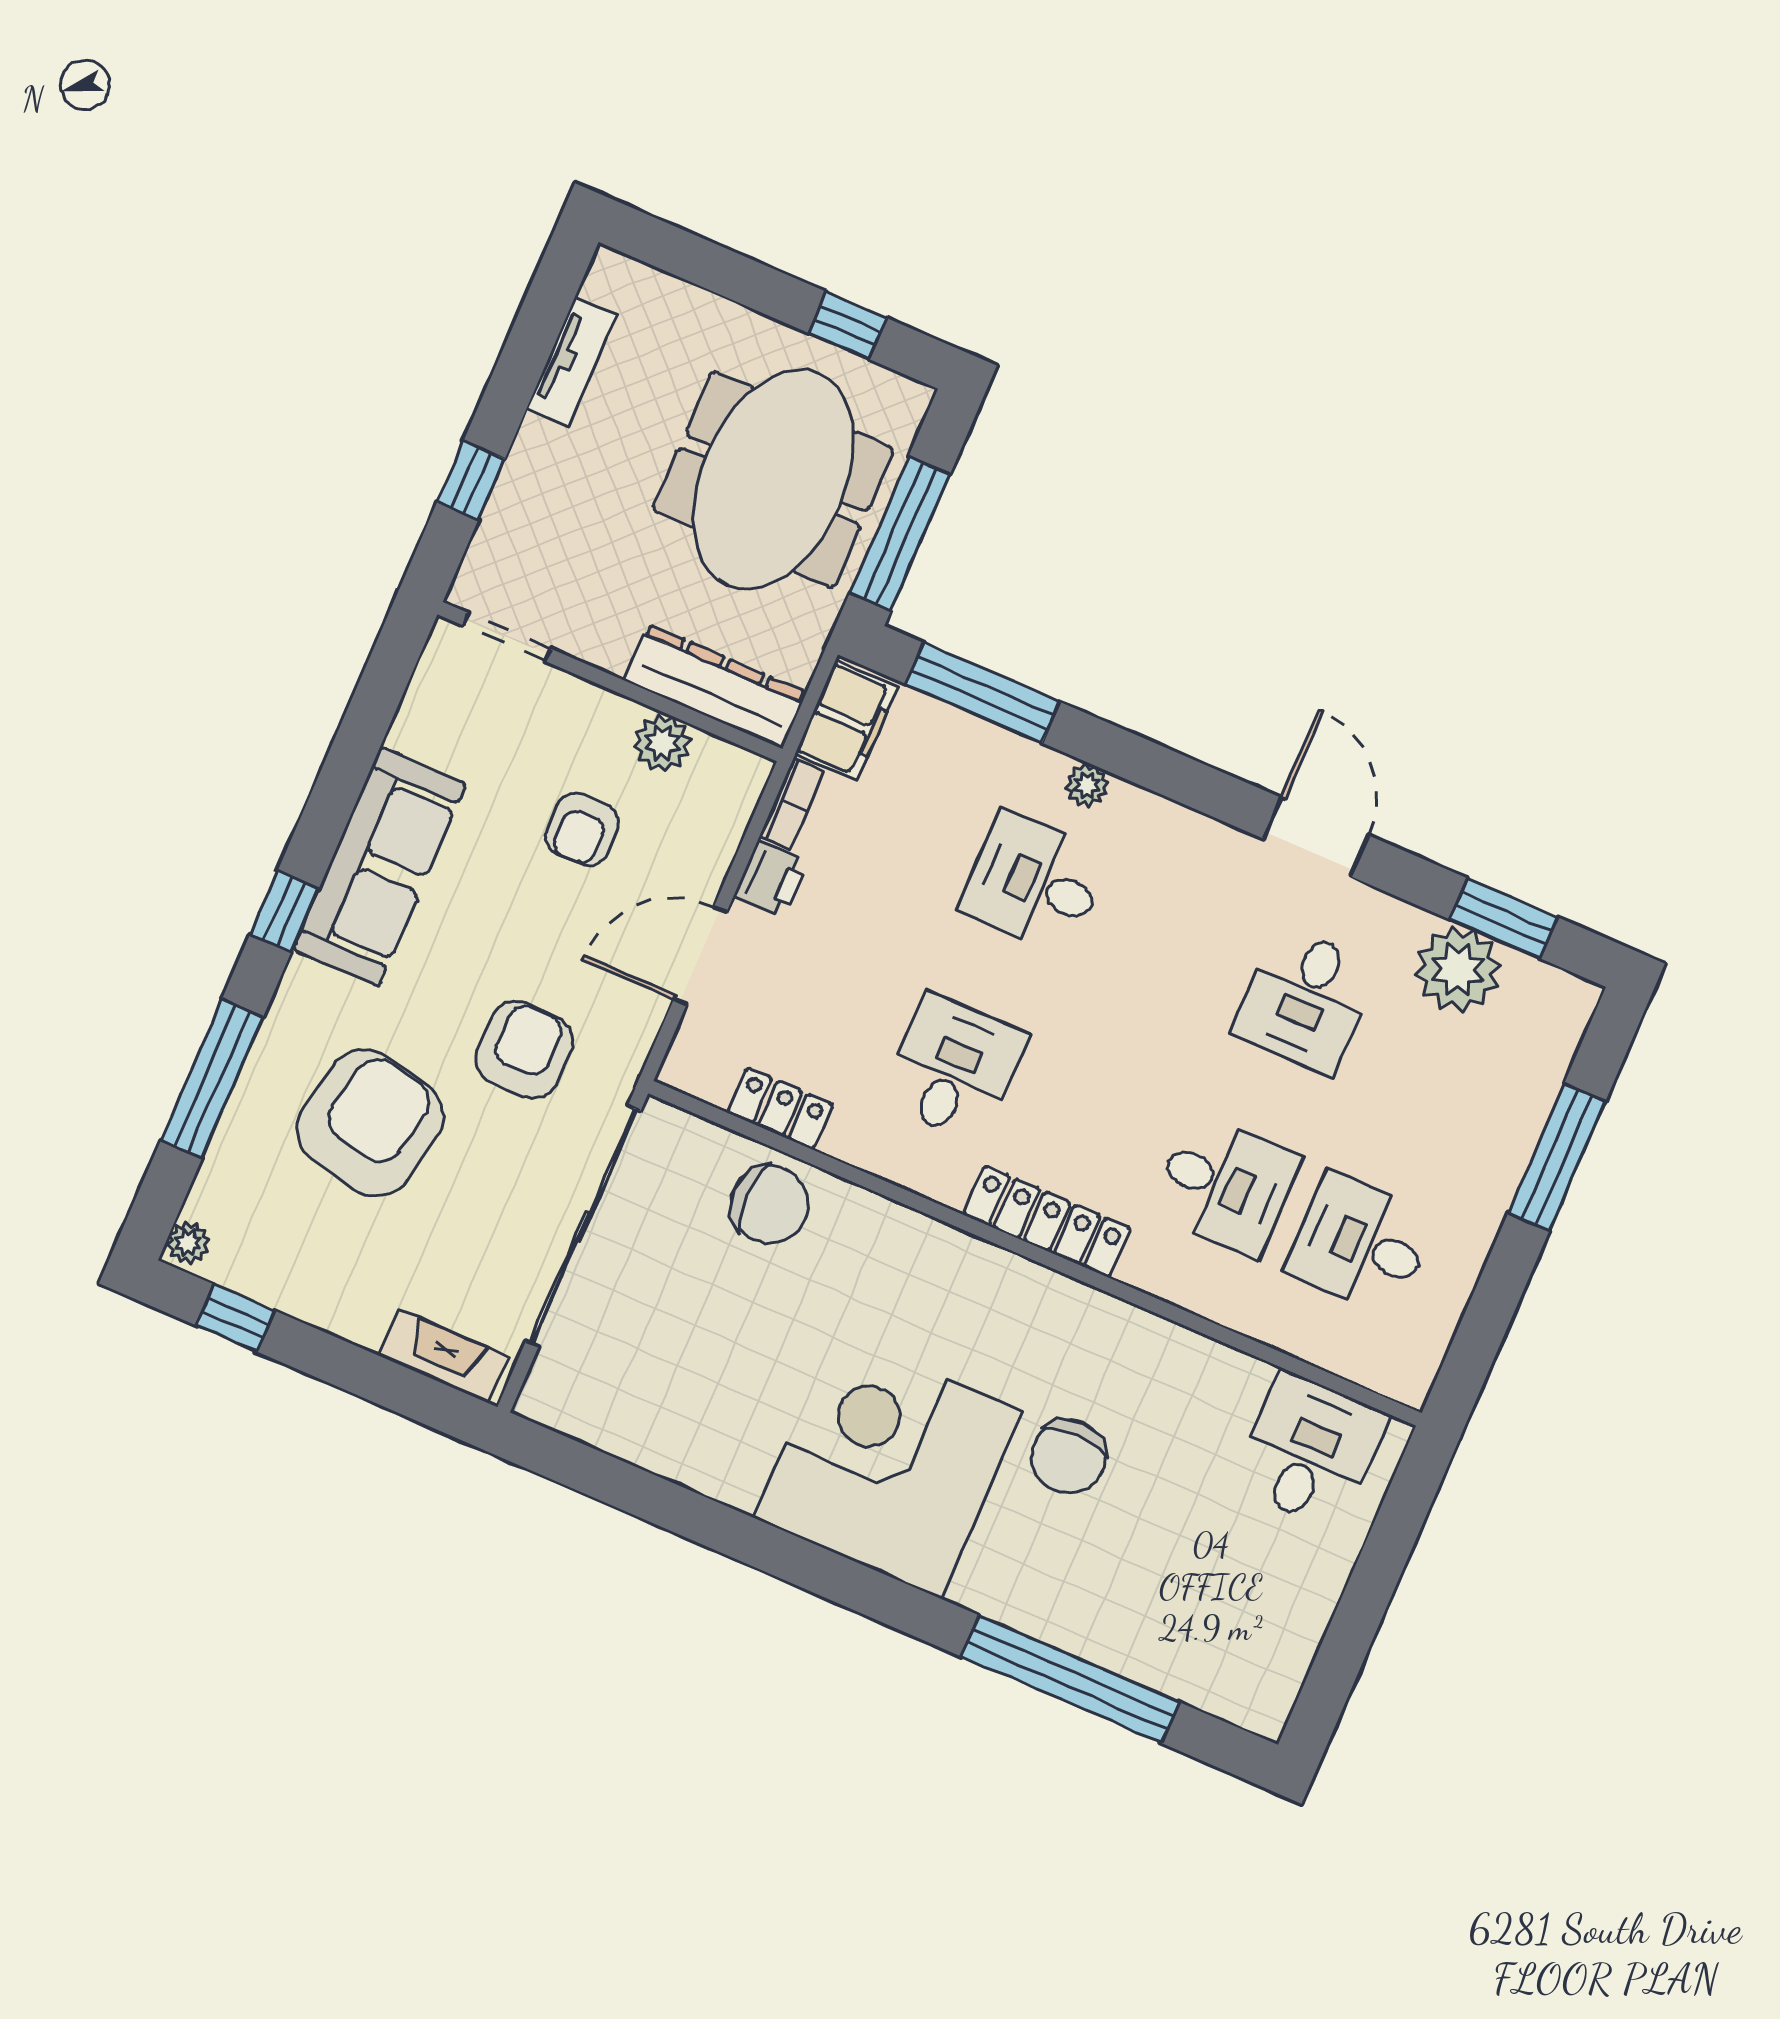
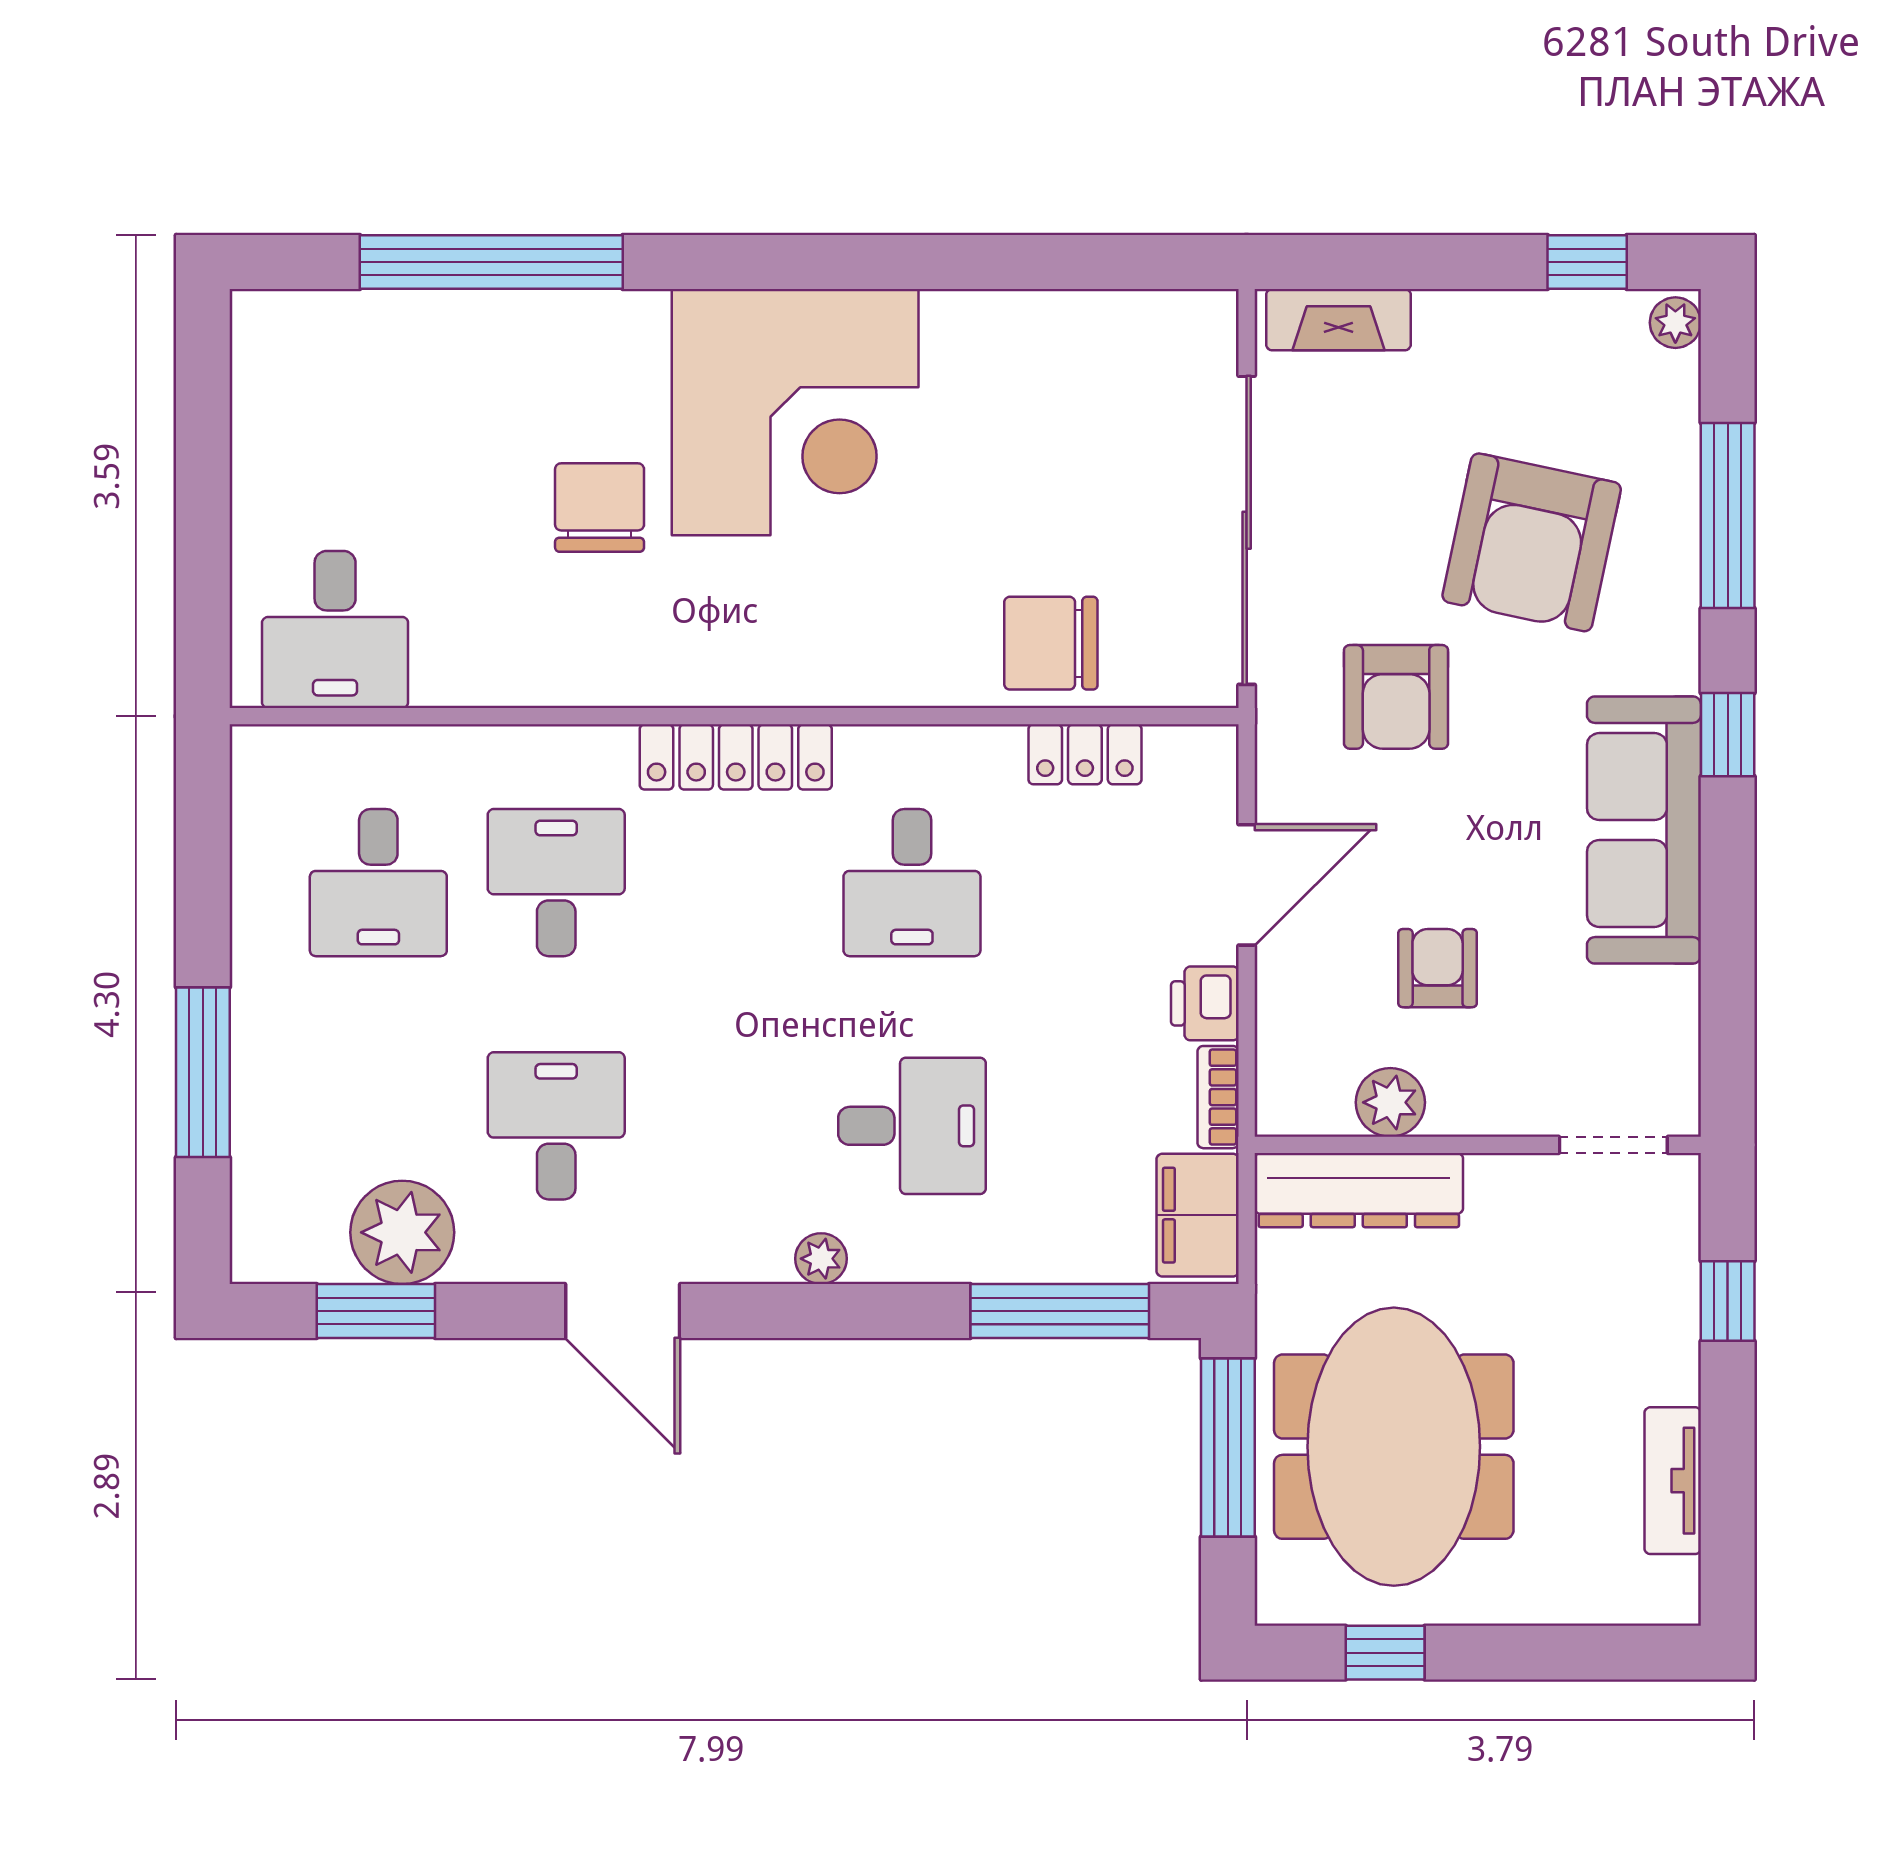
plant: (1087, 785) -> (821, 1259), moved
desk: (1225, 1185) -> (556, 883), turned 90
desk: (1361, 1244) -> (378, 883), turned 90

